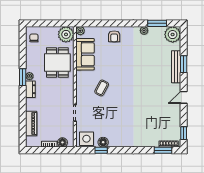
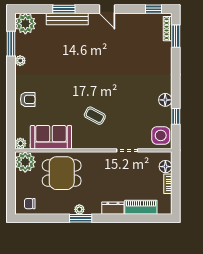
dresser: (30, 89) -> (113, 208), moved
floor lamp: (103, 142) -> (165, 100), moved

